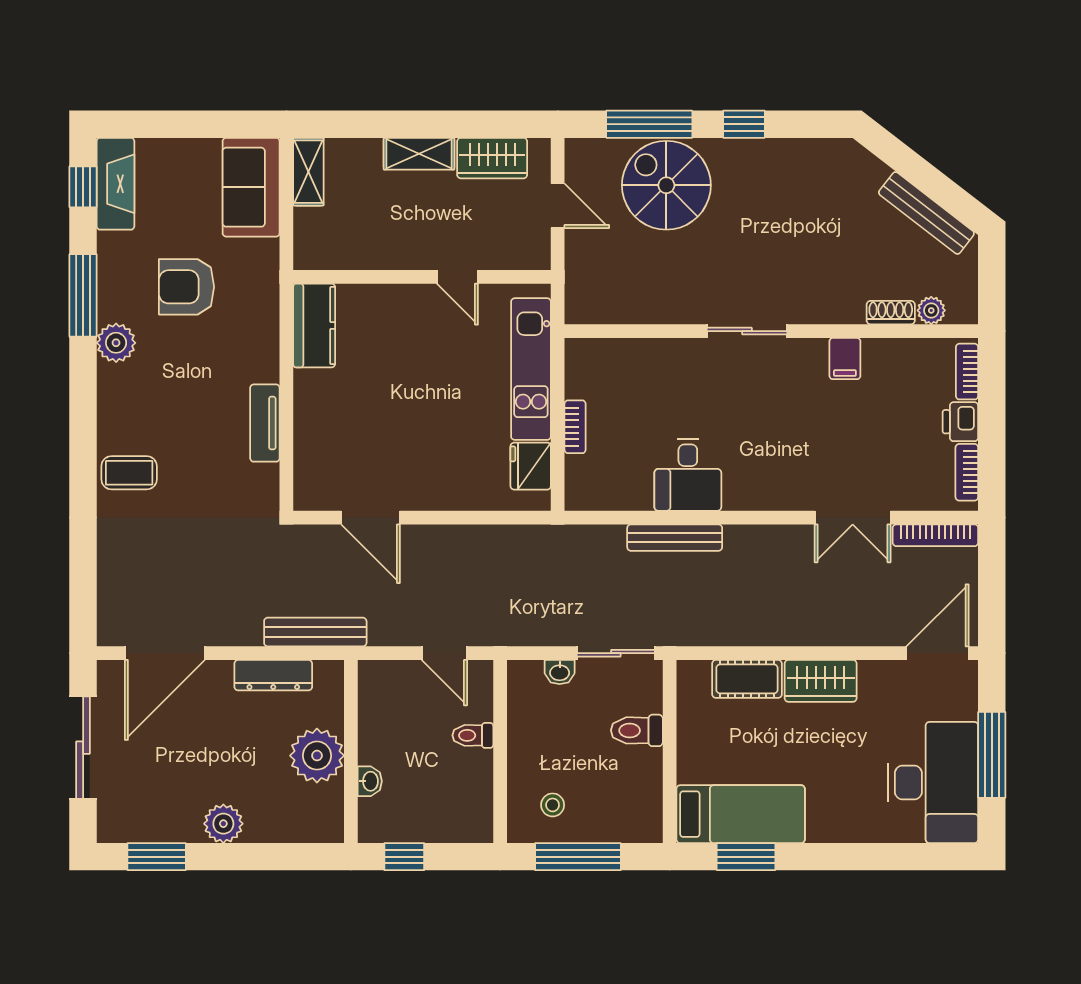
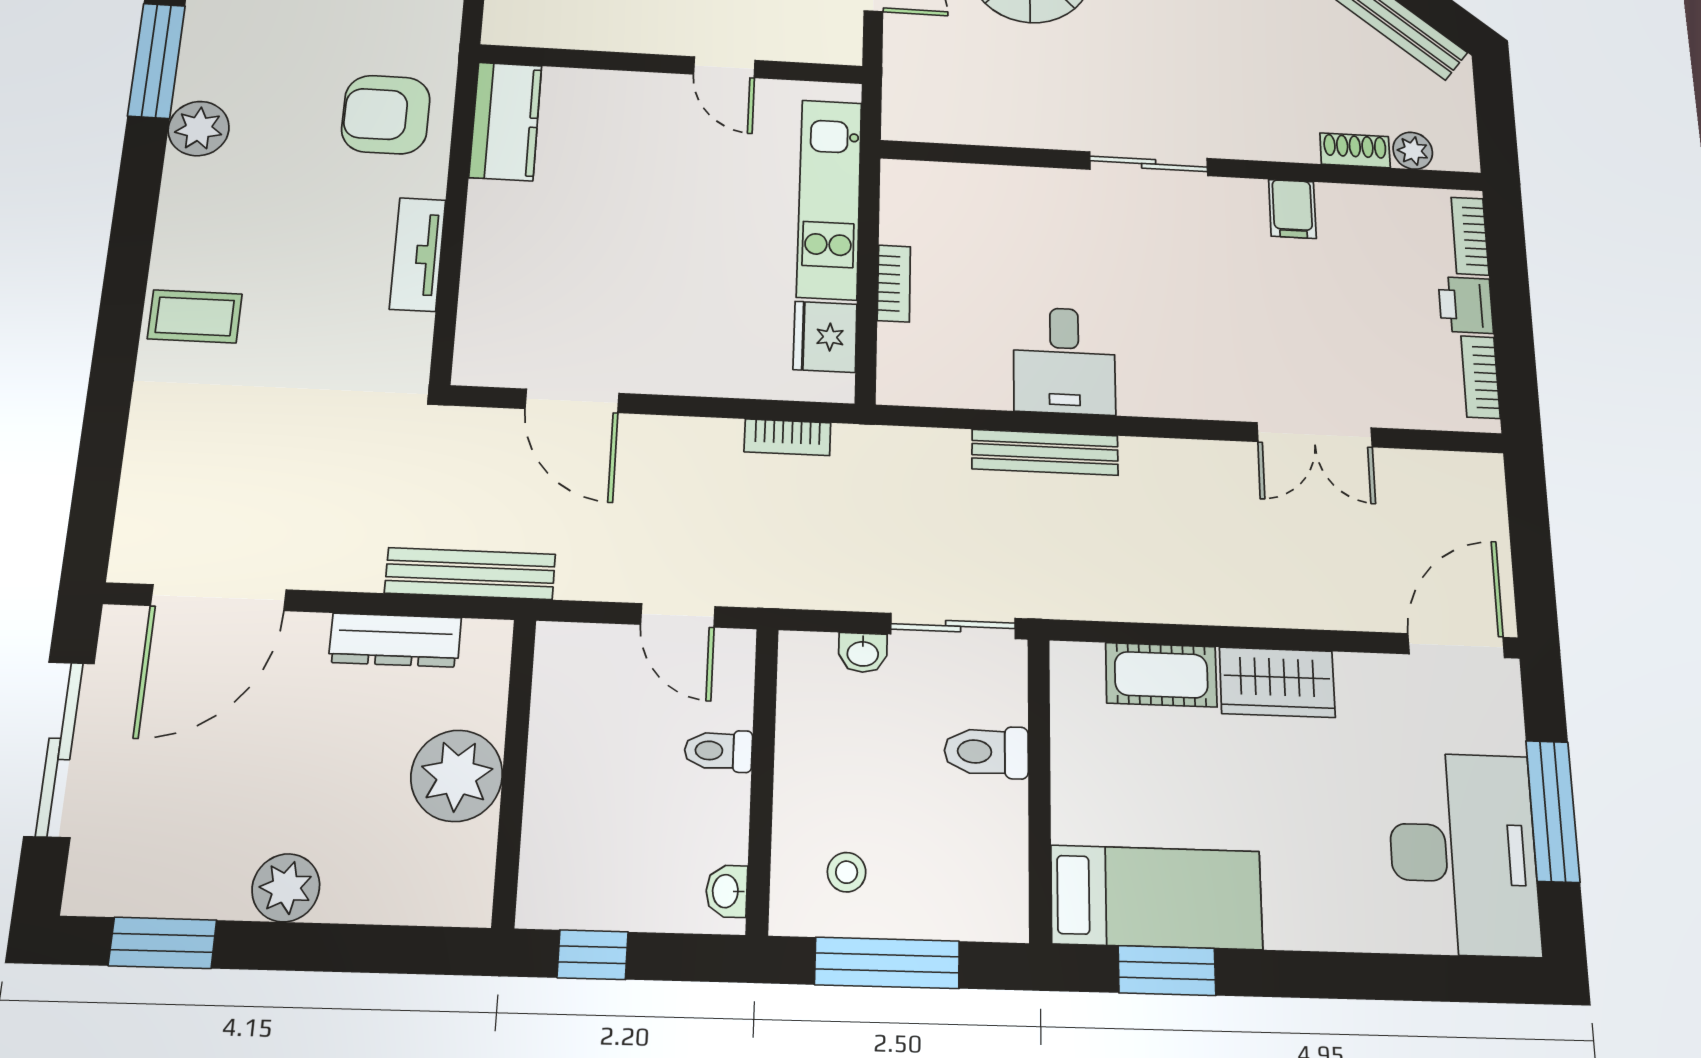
armchair: (187, 287) -> (386, 115), moved
bookcase: (935, 535) -> (787, 437), moved, width x0.64
washbasin: (370, 781) -> (727, 891), moved, turned 180

